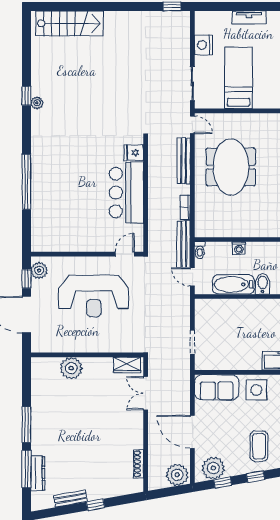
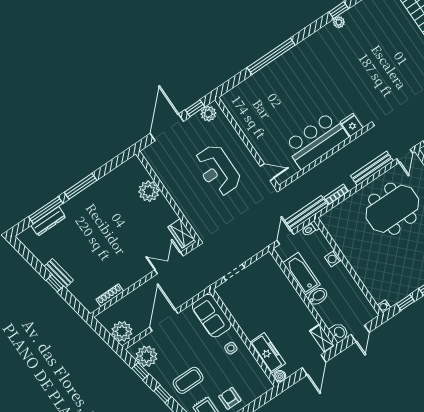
reception desk: (94, 296) -> (218, 170), width x0.74, depth x0.77
side table: (256, 390) -> (231, 348), width x0.54, depth x0.54
bench: (70, 498) -> (59, 273), moved

